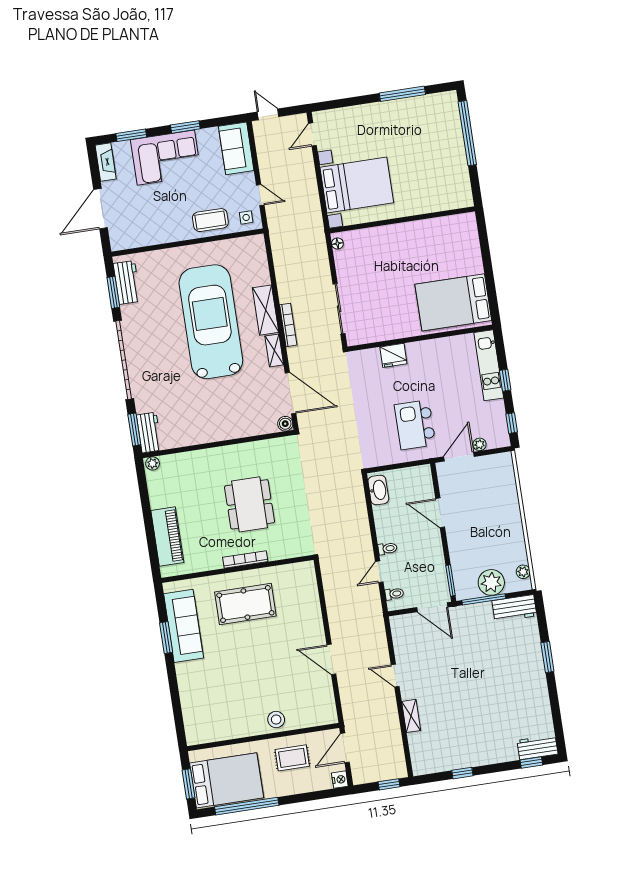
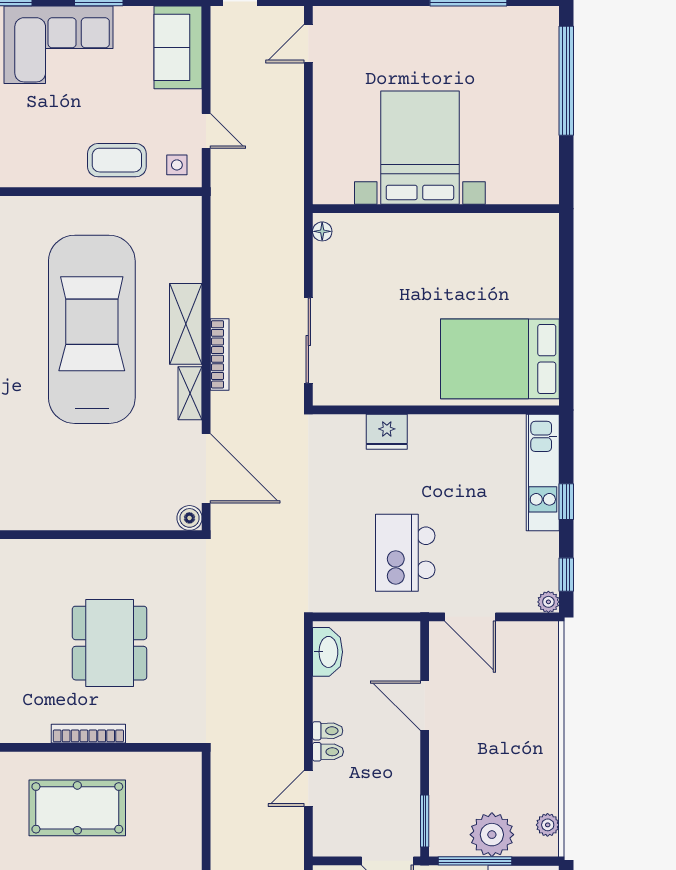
bed with nightstands: (357, 185) -> (420, 148), moved, turned -90
plant: (480, 444) -> (548, 602), moved
door: (459, 457) -> (470, 617), swing flipped
toilet: (394, 594) -> (328, 731), moved

